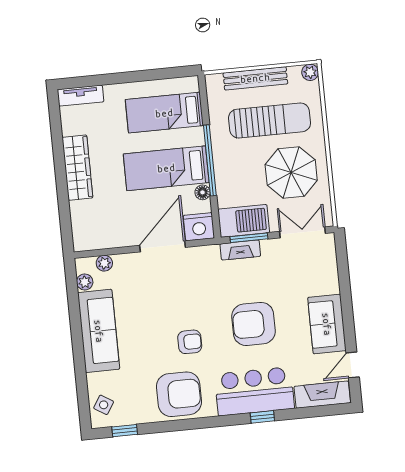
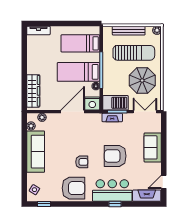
wardrobe: (77, 168) -> (33, 91), moved
sofa: (327, 324) -> (153, 147), moved

